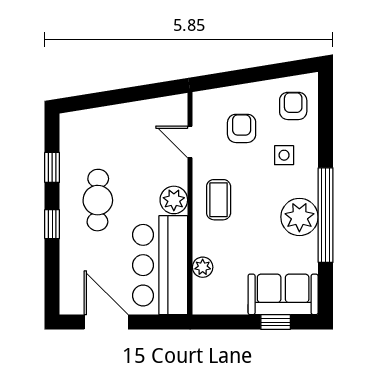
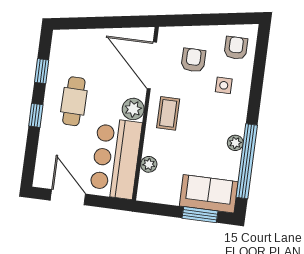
door: (190, 142) -> (152, 65), width x1.88
window: (326, 215) -> (247, 161), moved
plant: (299, 217) -> (235, 143), width x0.53, depth x0.53
window: (276, 322) -> (200, 215), width x1.50

